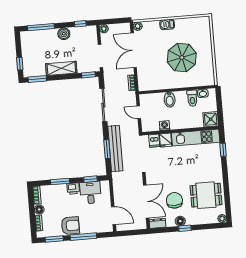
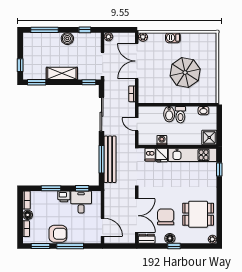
toilet: (192, 98) -> (180, 115), moved
window: (107, 149) -> (102, 159), width x1.44

